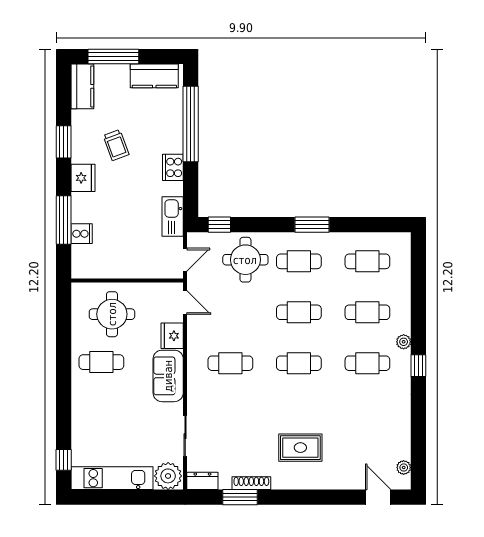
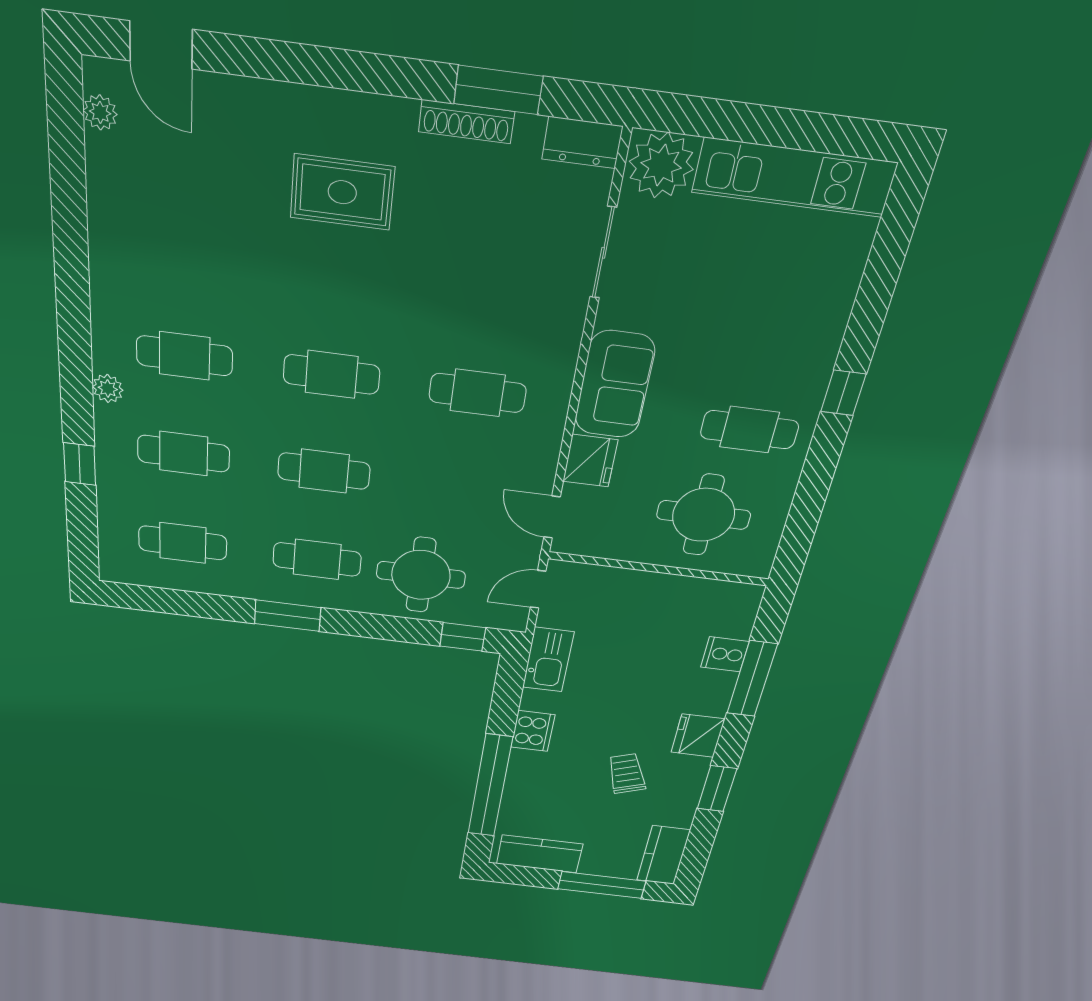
window: (418, 366) -> (80, 464), moved
window: (64, 460) -> (843, 393), moved

